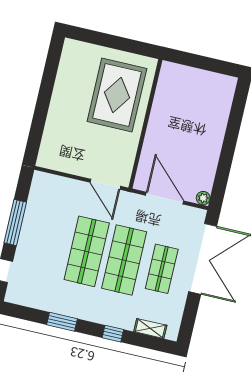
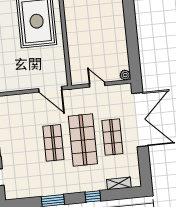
door: (165, 198) -> (97, 85), width x0.53
shop shelf: (87, 251) -> (53, 143), width x0.70, depth x0.74

